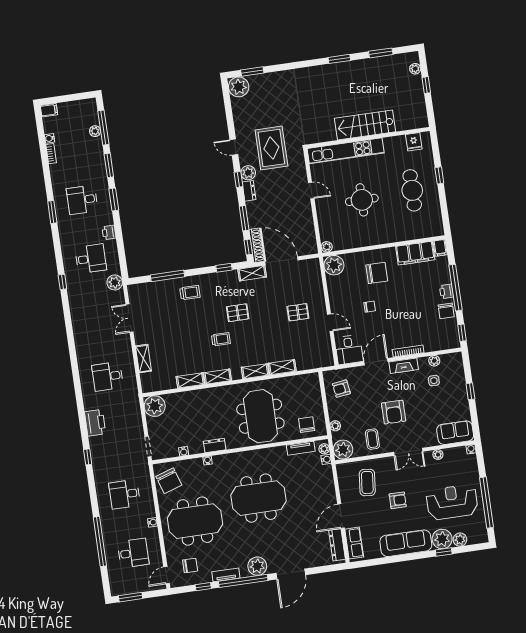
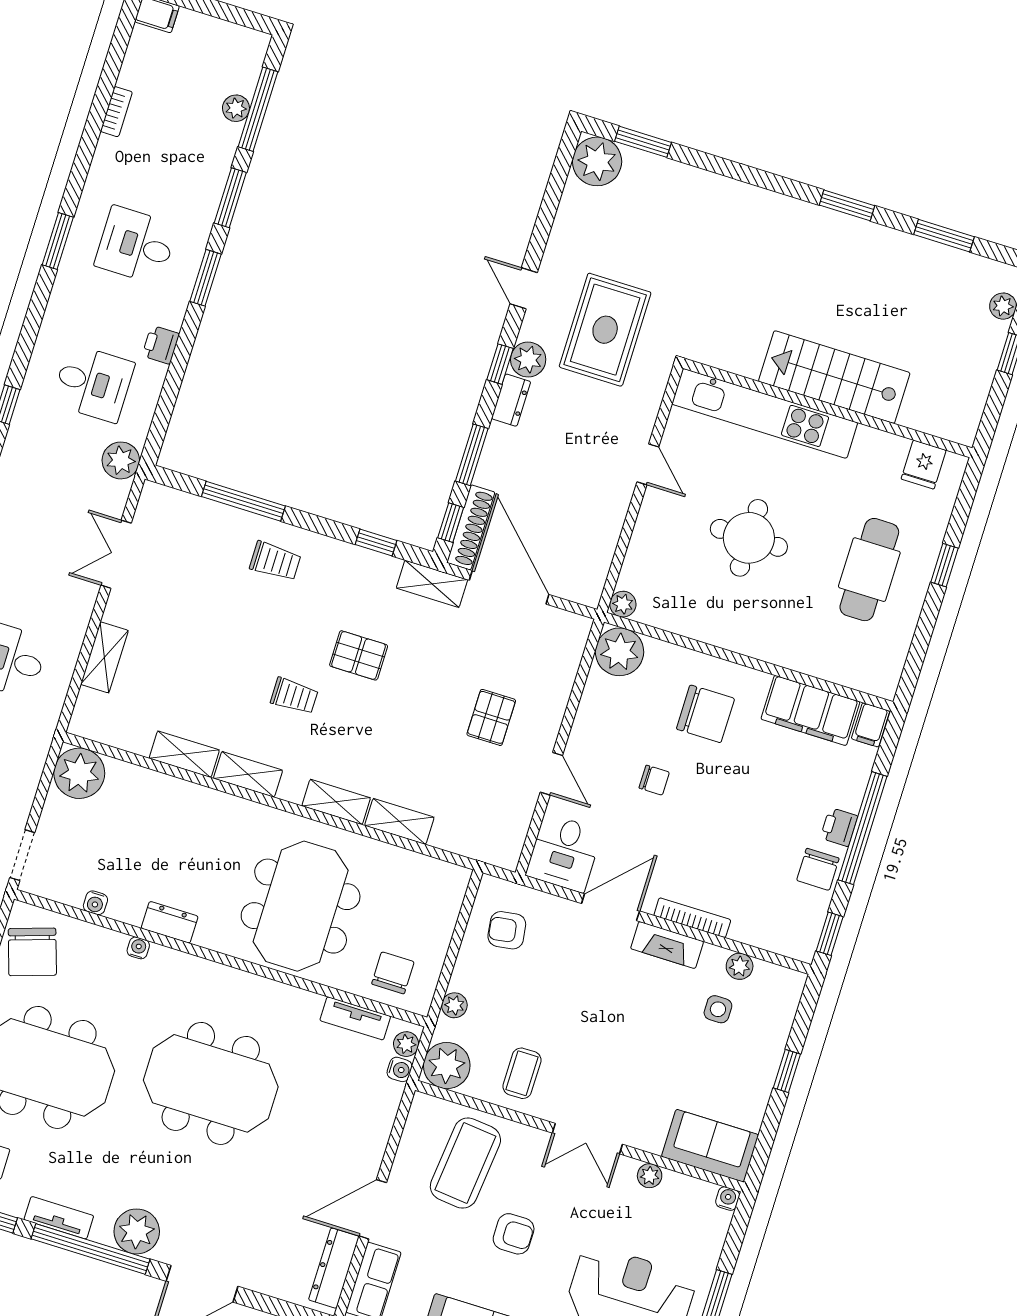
water cooler: (50, 138) -> (129, 77), removed
pallet: (298, 312) -> (491, 717), turned 90
armchair: (394, 412) -> (597, 1036), removed
coffee table: (367, 482) -> (465, 1163), width x1.36, depth x1.32

